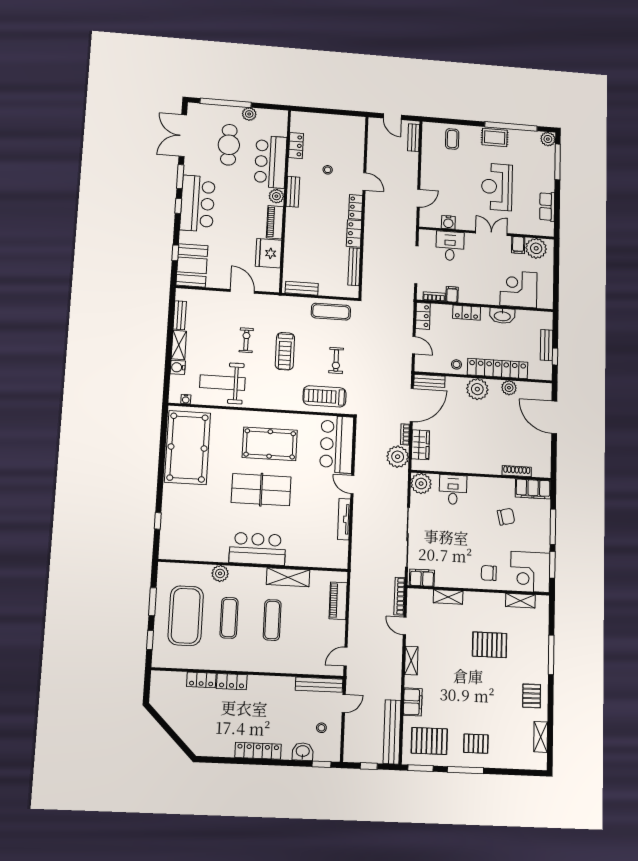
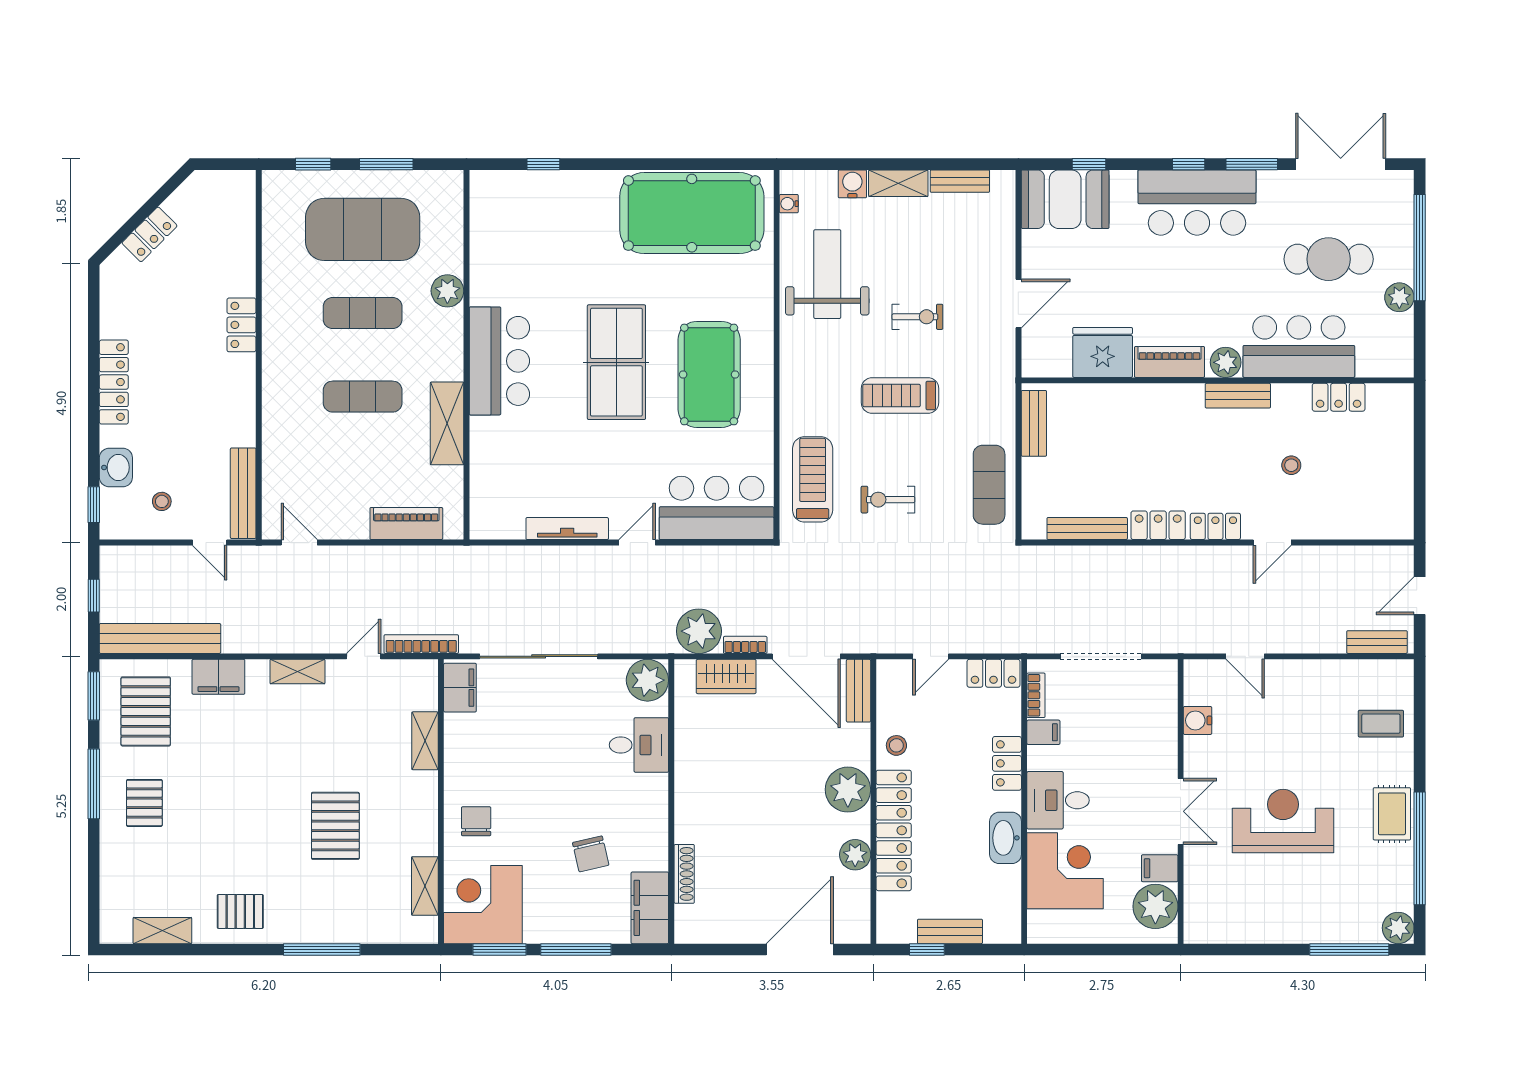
row of seats: (547, 207) -> (1248, 928), removed
desk: (450, 246) -> (1058, 800), moved, turned 180
locker: (201, 680) -> (150, 234), moved, turned -135

